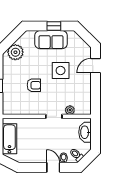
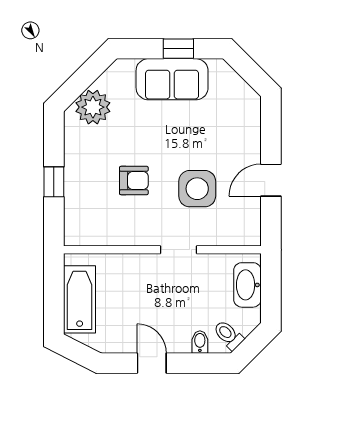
door: (96, 66) -> (271, 180), moved
side table: (61, 71) -> (197, 189), moved
plant: (70, 110) -> (214, 236), removed
door: (53, 167) -> (152, 363), moved

